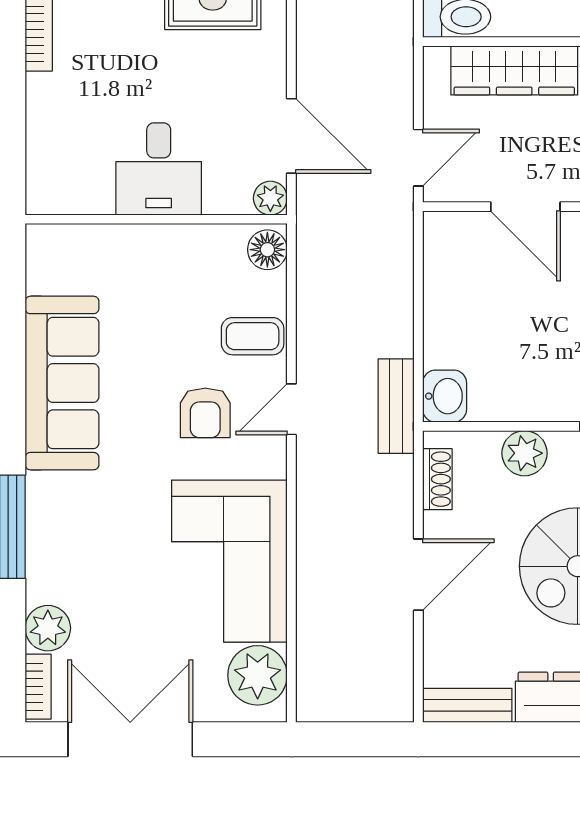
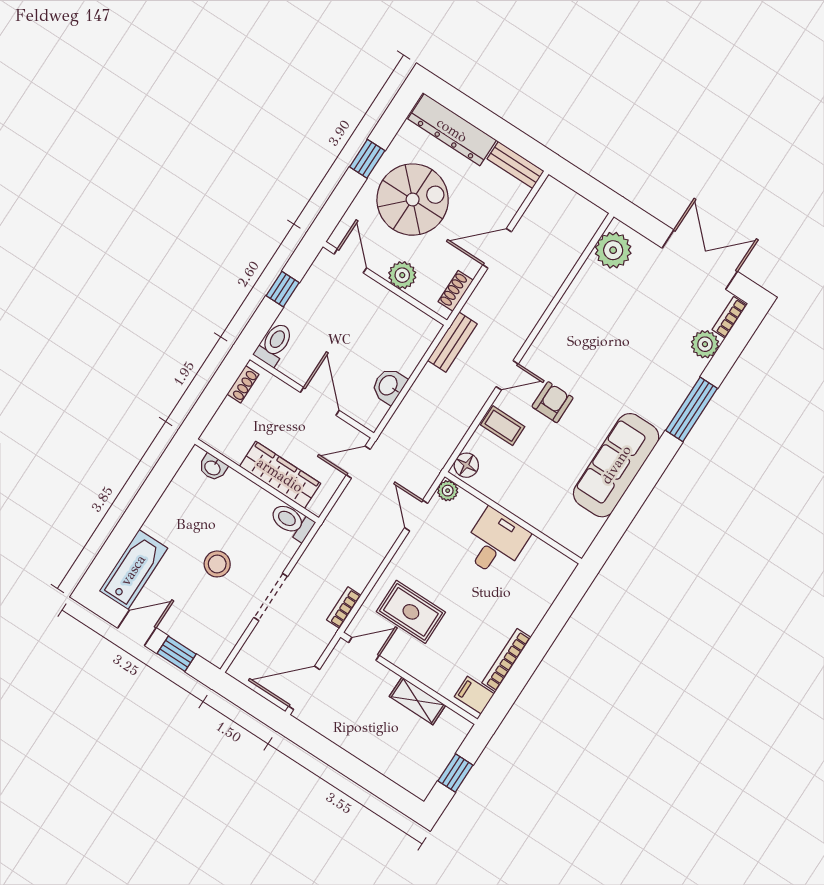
door: (291, 136) -> (416, 515), width x0.73
washbasin: (445, 396) -> (389, 386), moved
corner sofa: (229, 561) -> (590, 318), removed
double door: (130, 739) -> (700, 260), swing flipped

